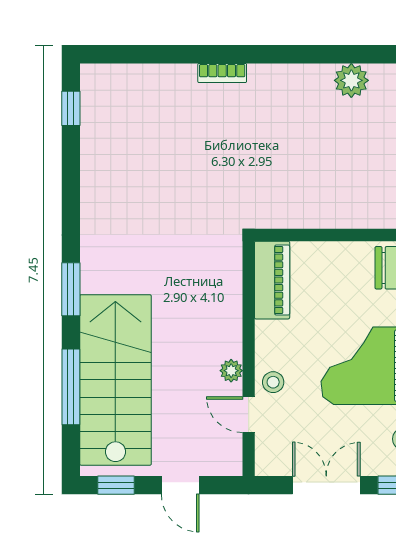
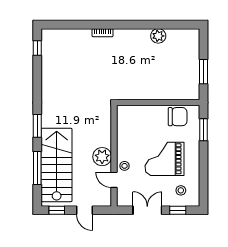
piano: (272, 280) -> (124, 122), removed
plant: (231, 371) -> (102, 157), width x1.88, depth x1.88

